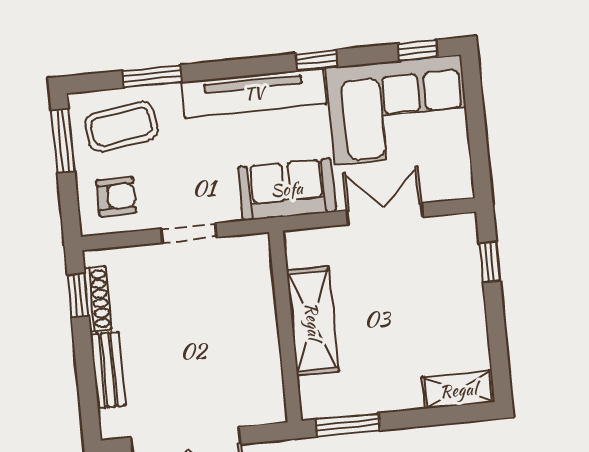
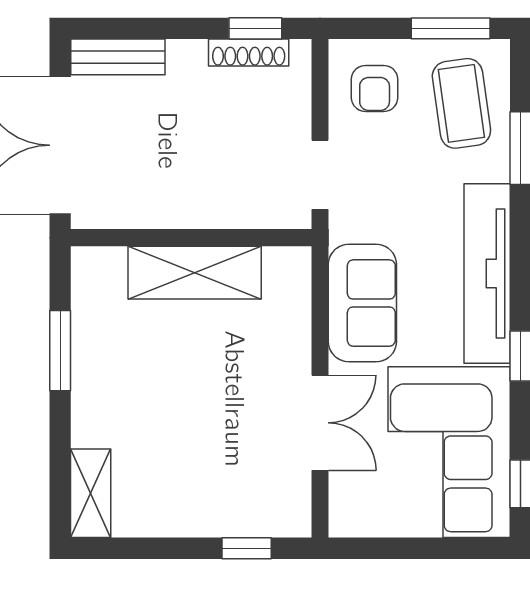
shelving: (313, 321) -> (195, 273), moved
wall: (285, 326) -> (191, 238), moved
bench: (108, 370) -> (118, 57), moved

